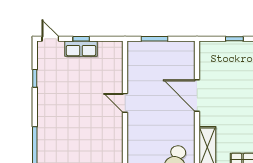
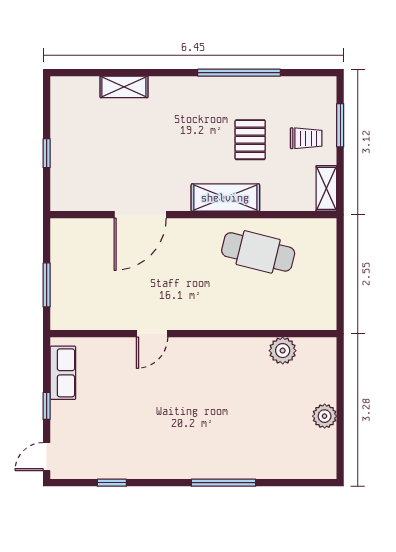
row of seats: (81, 49) -> (63, 373), moved

